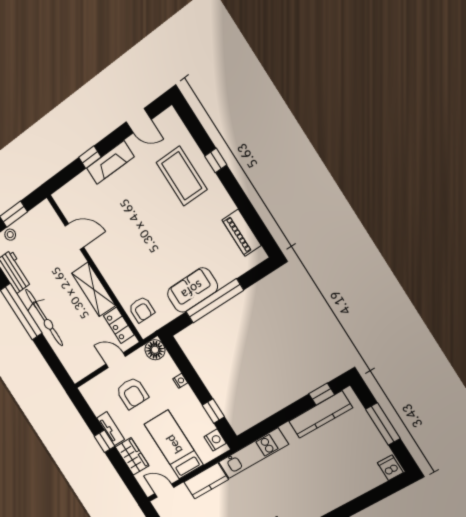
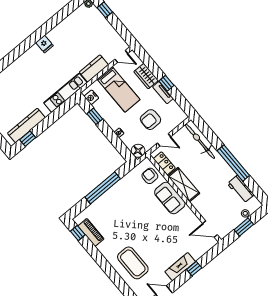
window: (216, 160) -> (78, 233), moved
door: (74, 237) -> (210, 229), moved
sofa: (192, 290) -> (170, 198), moved, turned 90
bicycle: (44, 318) -> (200, 141), moved
armchair: (132, 393) -> (150, 120), turned -90

